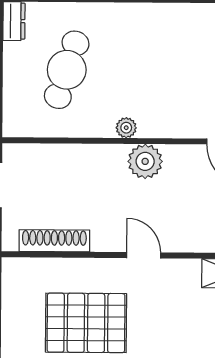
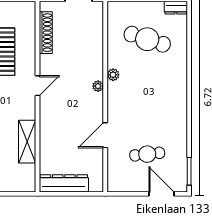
plant: (145, 161) -> (98, 86), width x0.53, depth x0.53

